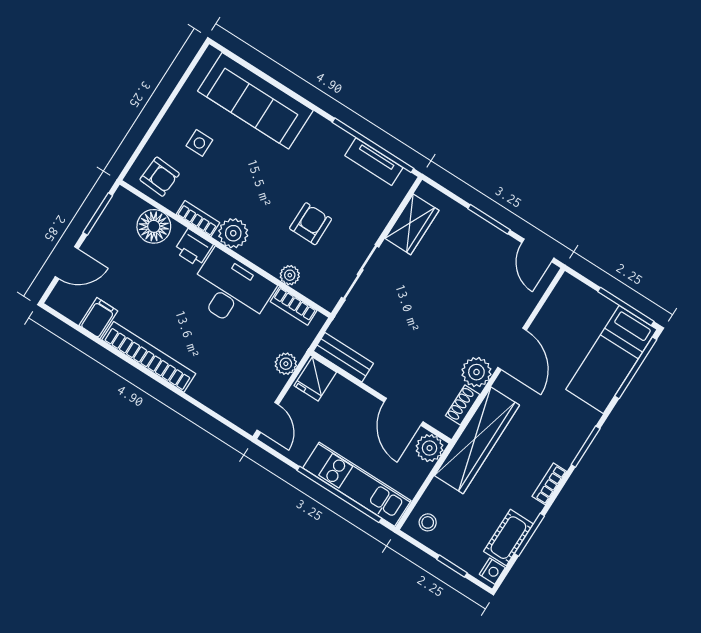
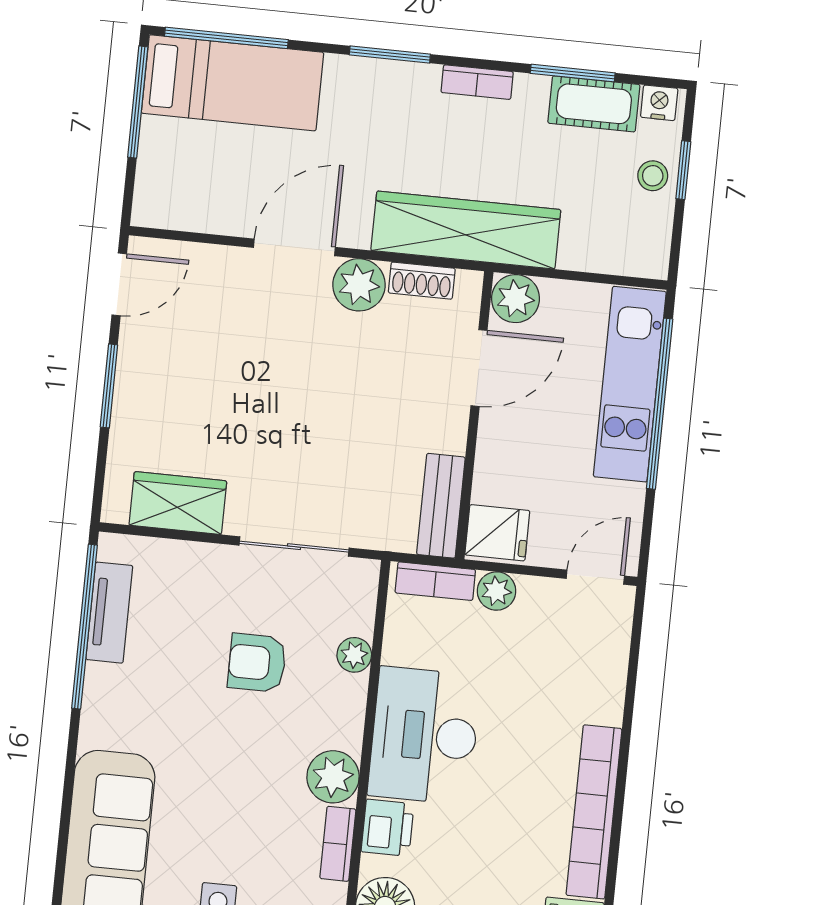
bookcase: (294, 306) -> (435, 581), moved, turned 90
stool: (428, 522) -> (653, 176), moved

